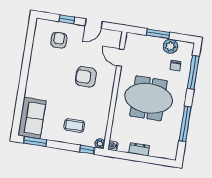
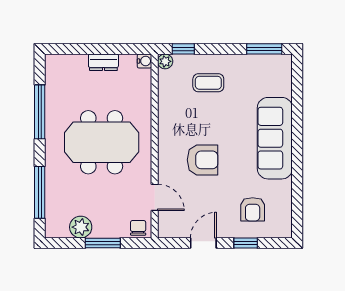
chair: (175, 66) -> (138, 228), moved
sofa: (32, 118) -> (275, 138), moved, width x1.36

